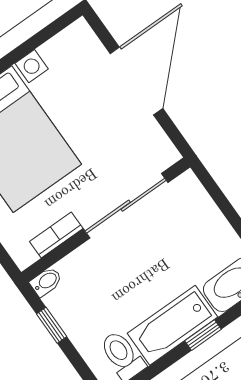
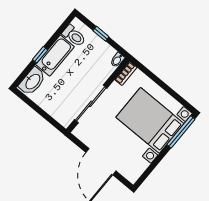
bookcase: (56, 235) -> (126, 74), moved
window: (52, 325) -> (101, 34), moved

